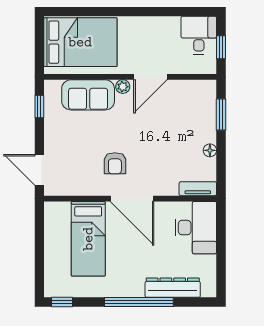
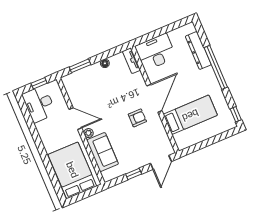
desk: (199, 35) -> (39, 104), width x1.37
window: (39, 106) -> (134, 174), moved

